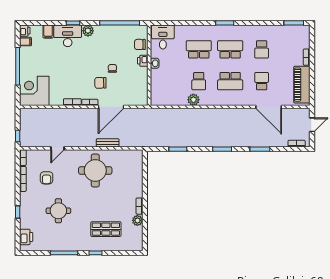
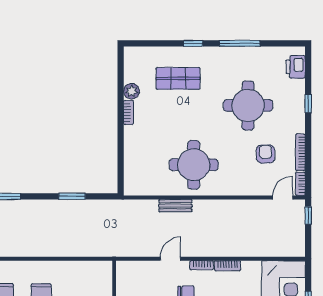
plant: (193, 100) -> (49, 269), removed
door: (111, 107) -> (170, 259), width x0.53
door: (58, 148) -> (283, 198), moved
round table: (58, 211) -> (248, 105), width x1.36, depth x1.36

